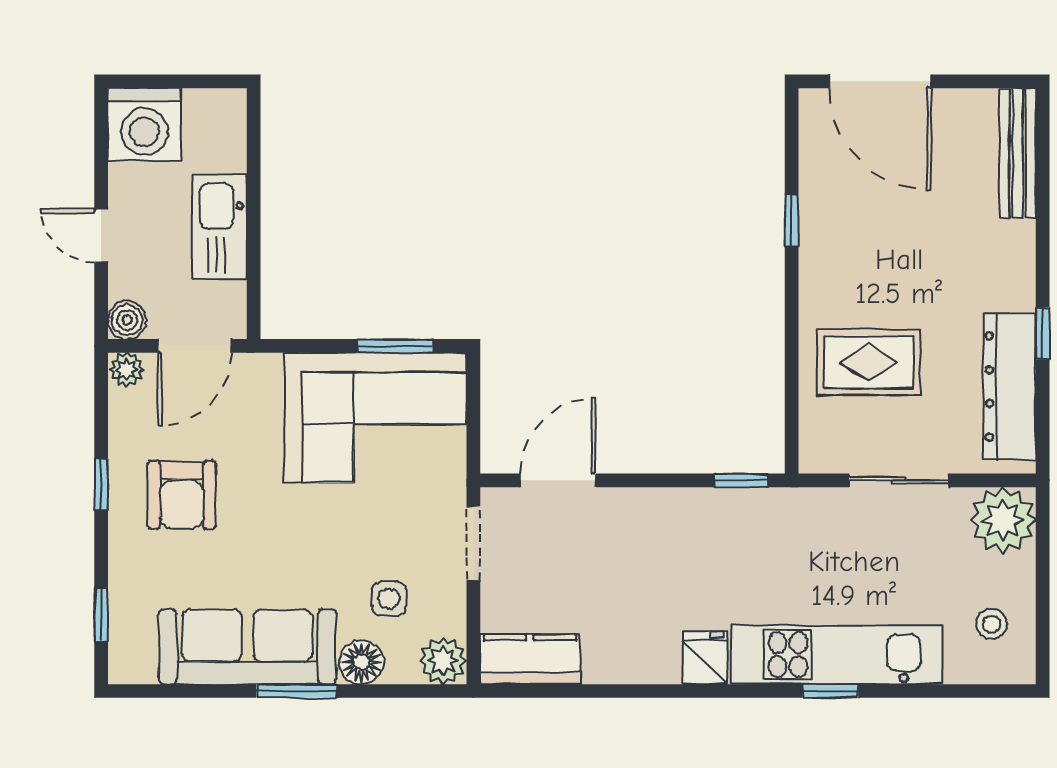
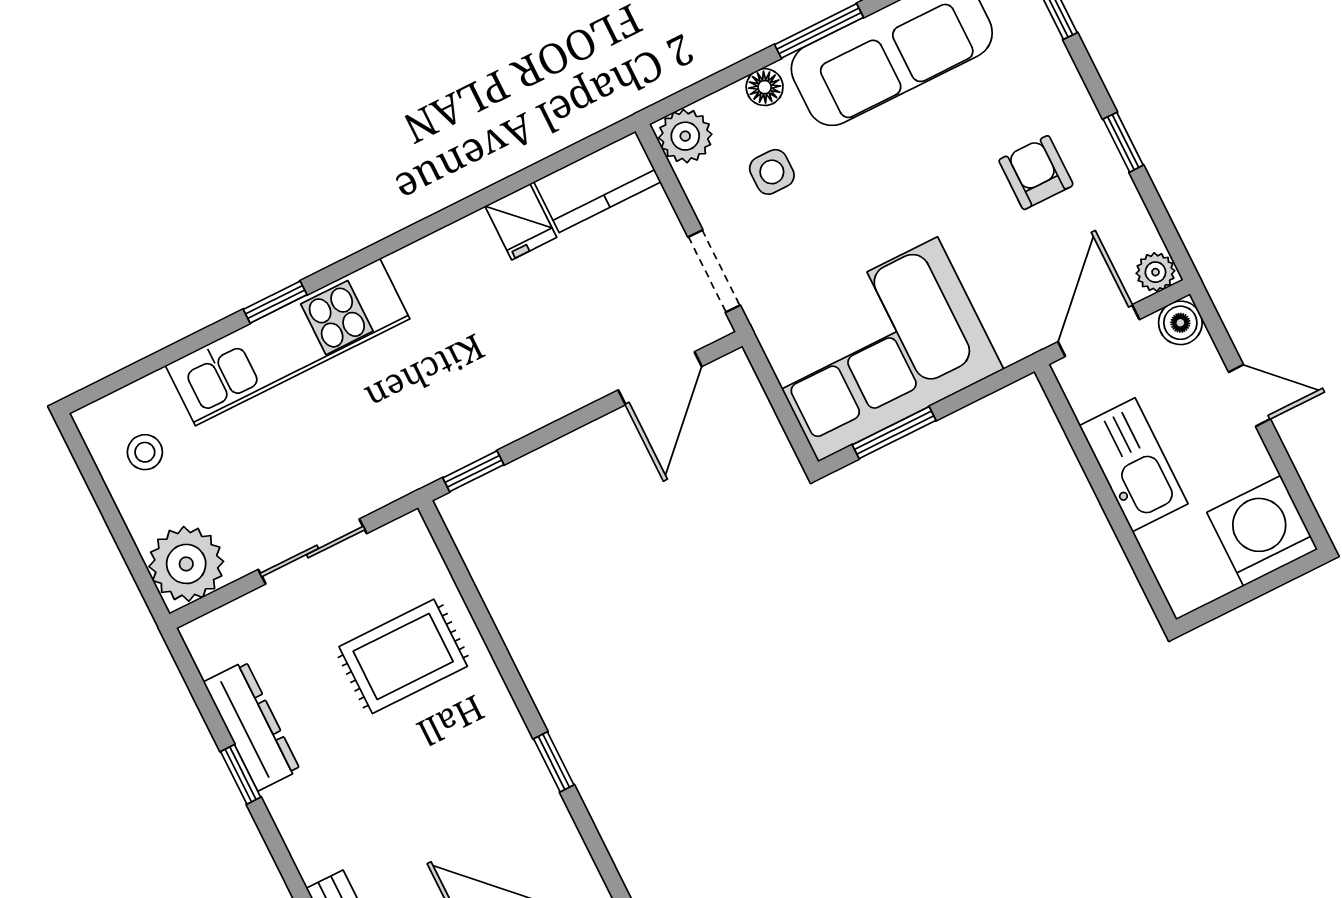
dresser: (1010, 387) -> (252, 726), width x0.73, depth x0.80
armchair: (182, 495) -> (1036, 173), width x0.72, depth x0.72
fridge: (705, 658) -> (521, 222), moved
floor lamp: (361, 662) -> (765, 87), width x0.73, depth x0.73

